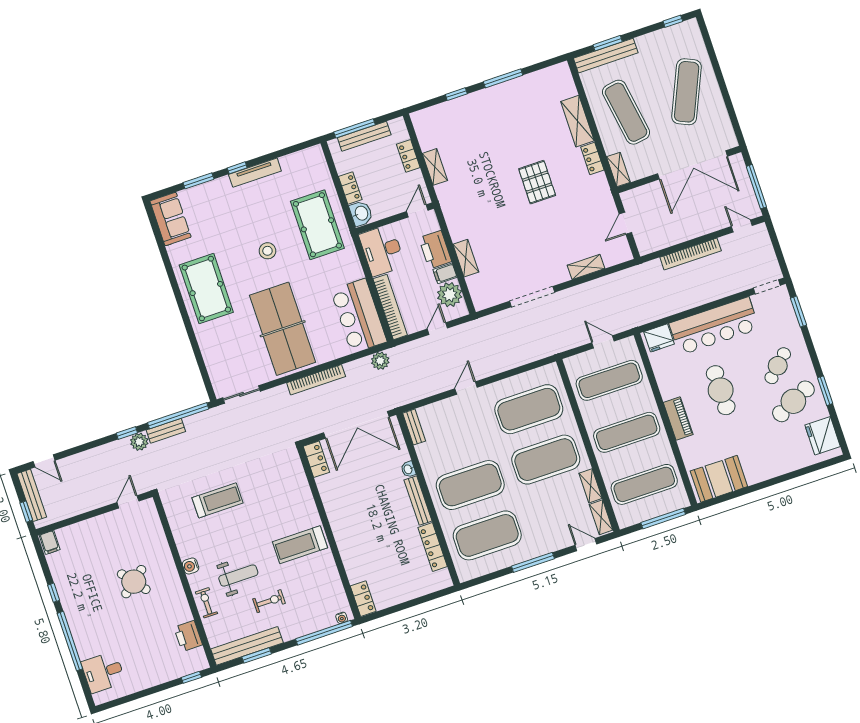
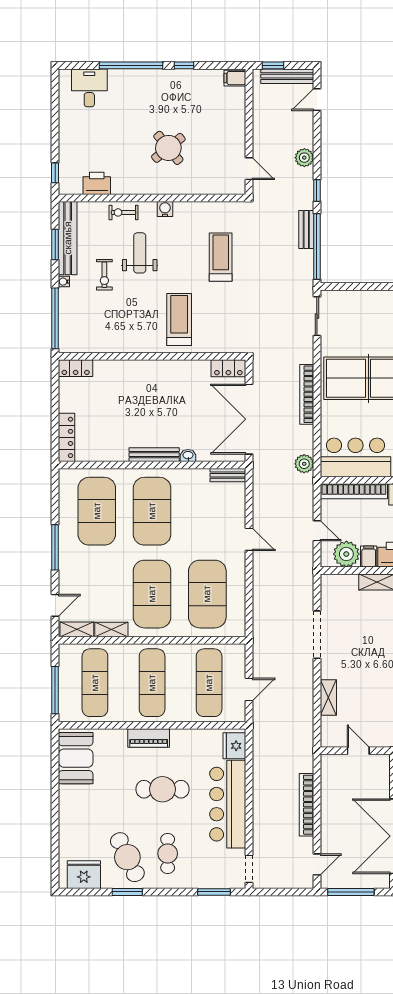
cafe table: (778, 366) -> (168, 853), turned 44
plant: (139, 442) -> (304, 158), moved
treadmill: (217, 500) -> (221, 257), turned 180
treadmill: (300, 545) -> (179, 319), moved
locker: (433, 547) -> (67, 437), moved, turned 90
weight bench: (238, 576) -> (140, 253), turned 180
exercise bike: (206, 603) -> (123, 212), turned 180
water cooler: (342, 618) -> (64, 282), moved

